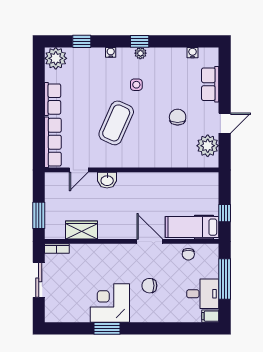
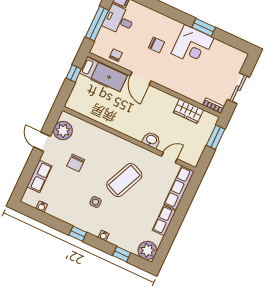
plant: (140, 53) -> (81, 224), removed
door: (225, 123) -> (42, 142), hinge flipped

